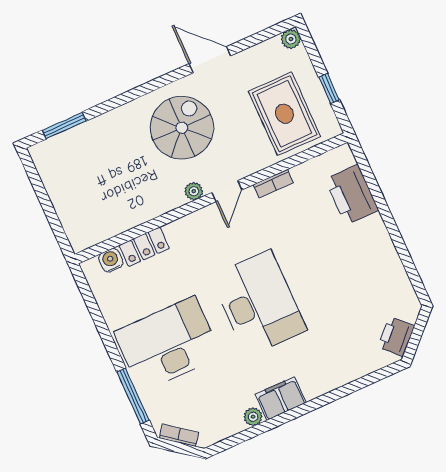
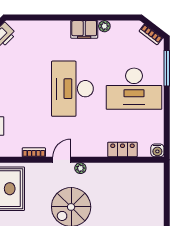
water cooler: (111, 260) -> (157, 150), moved

